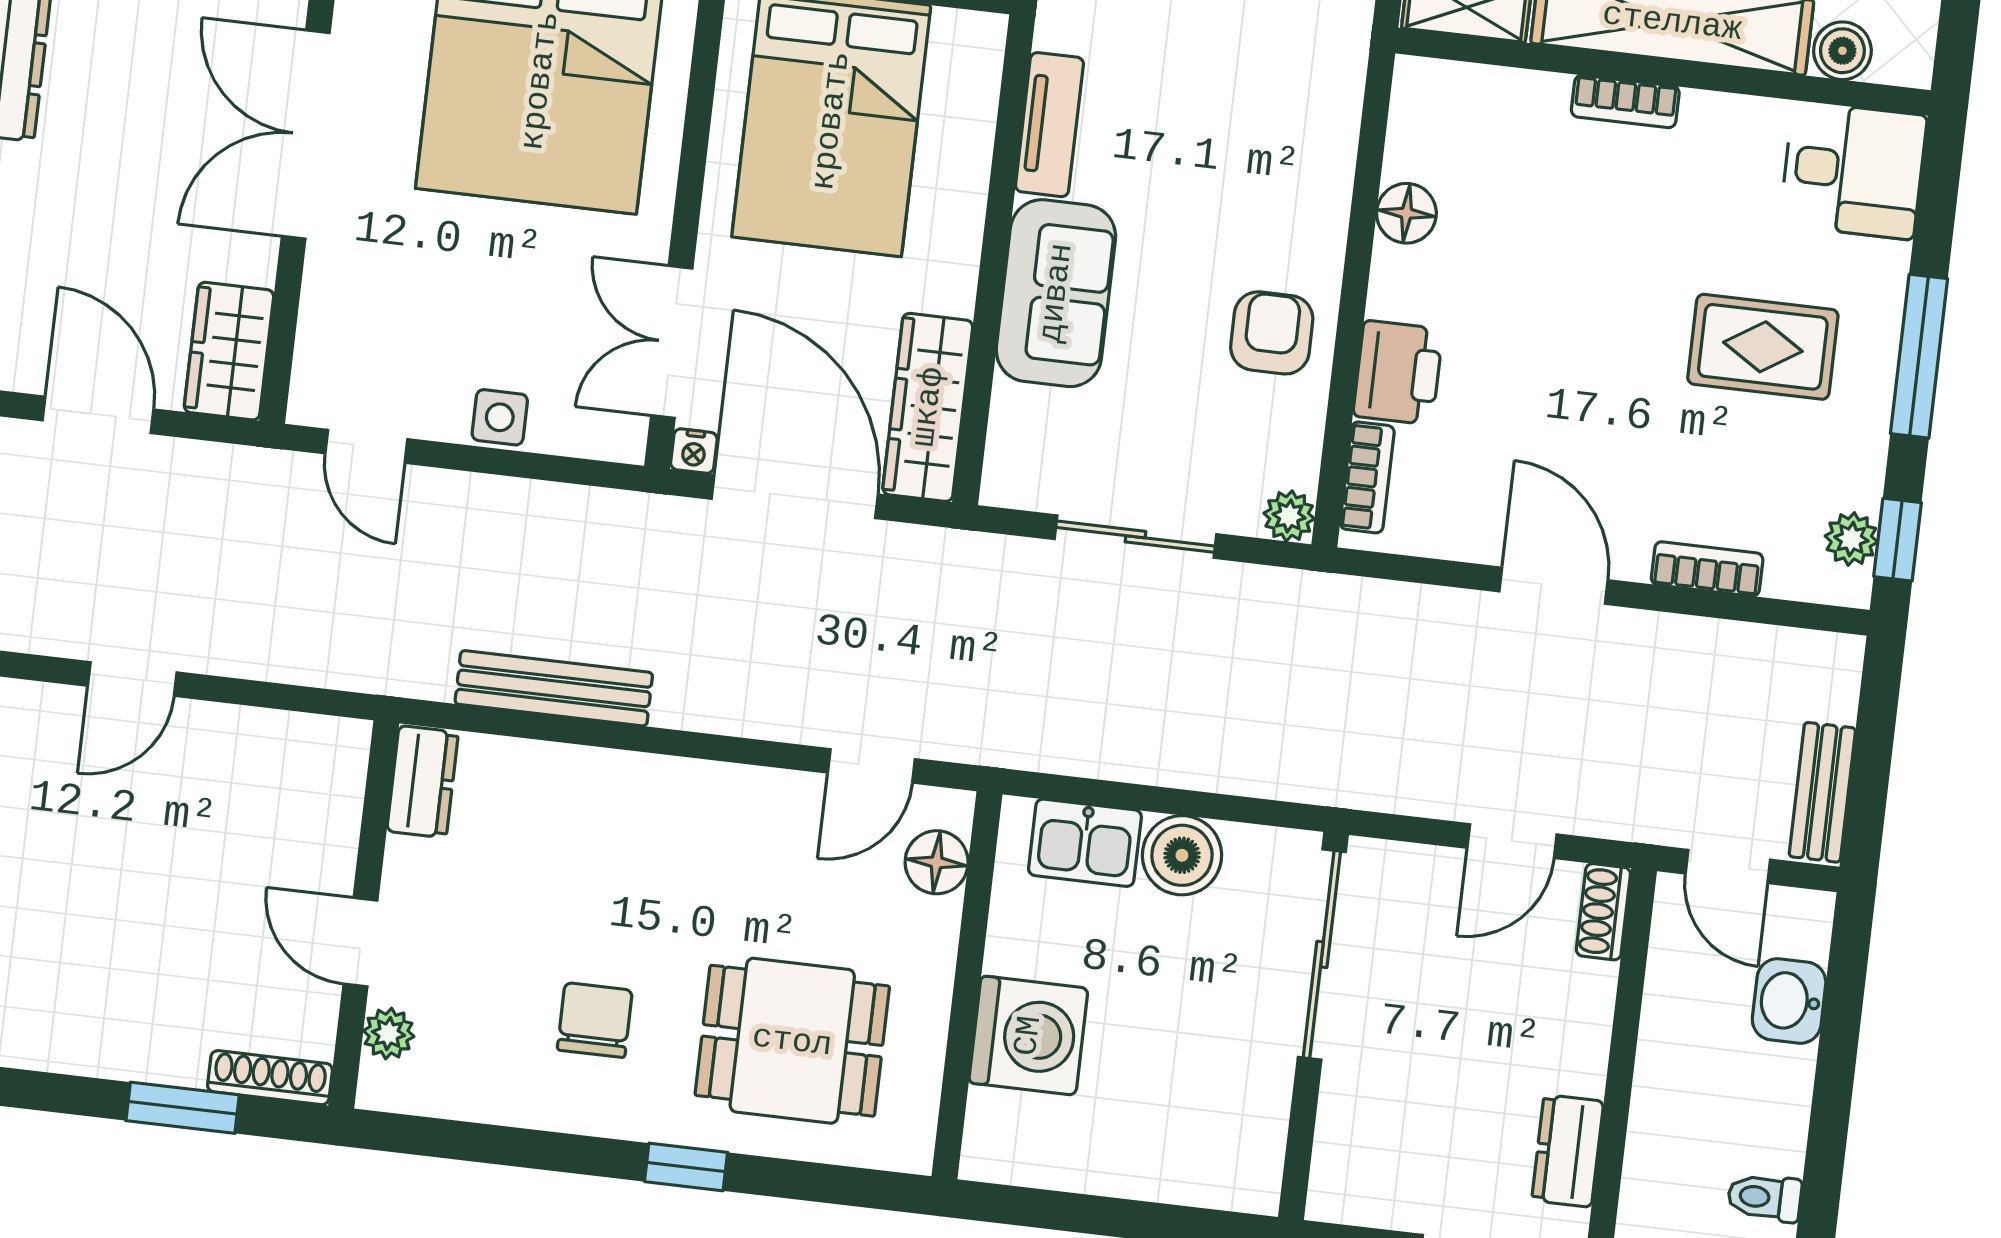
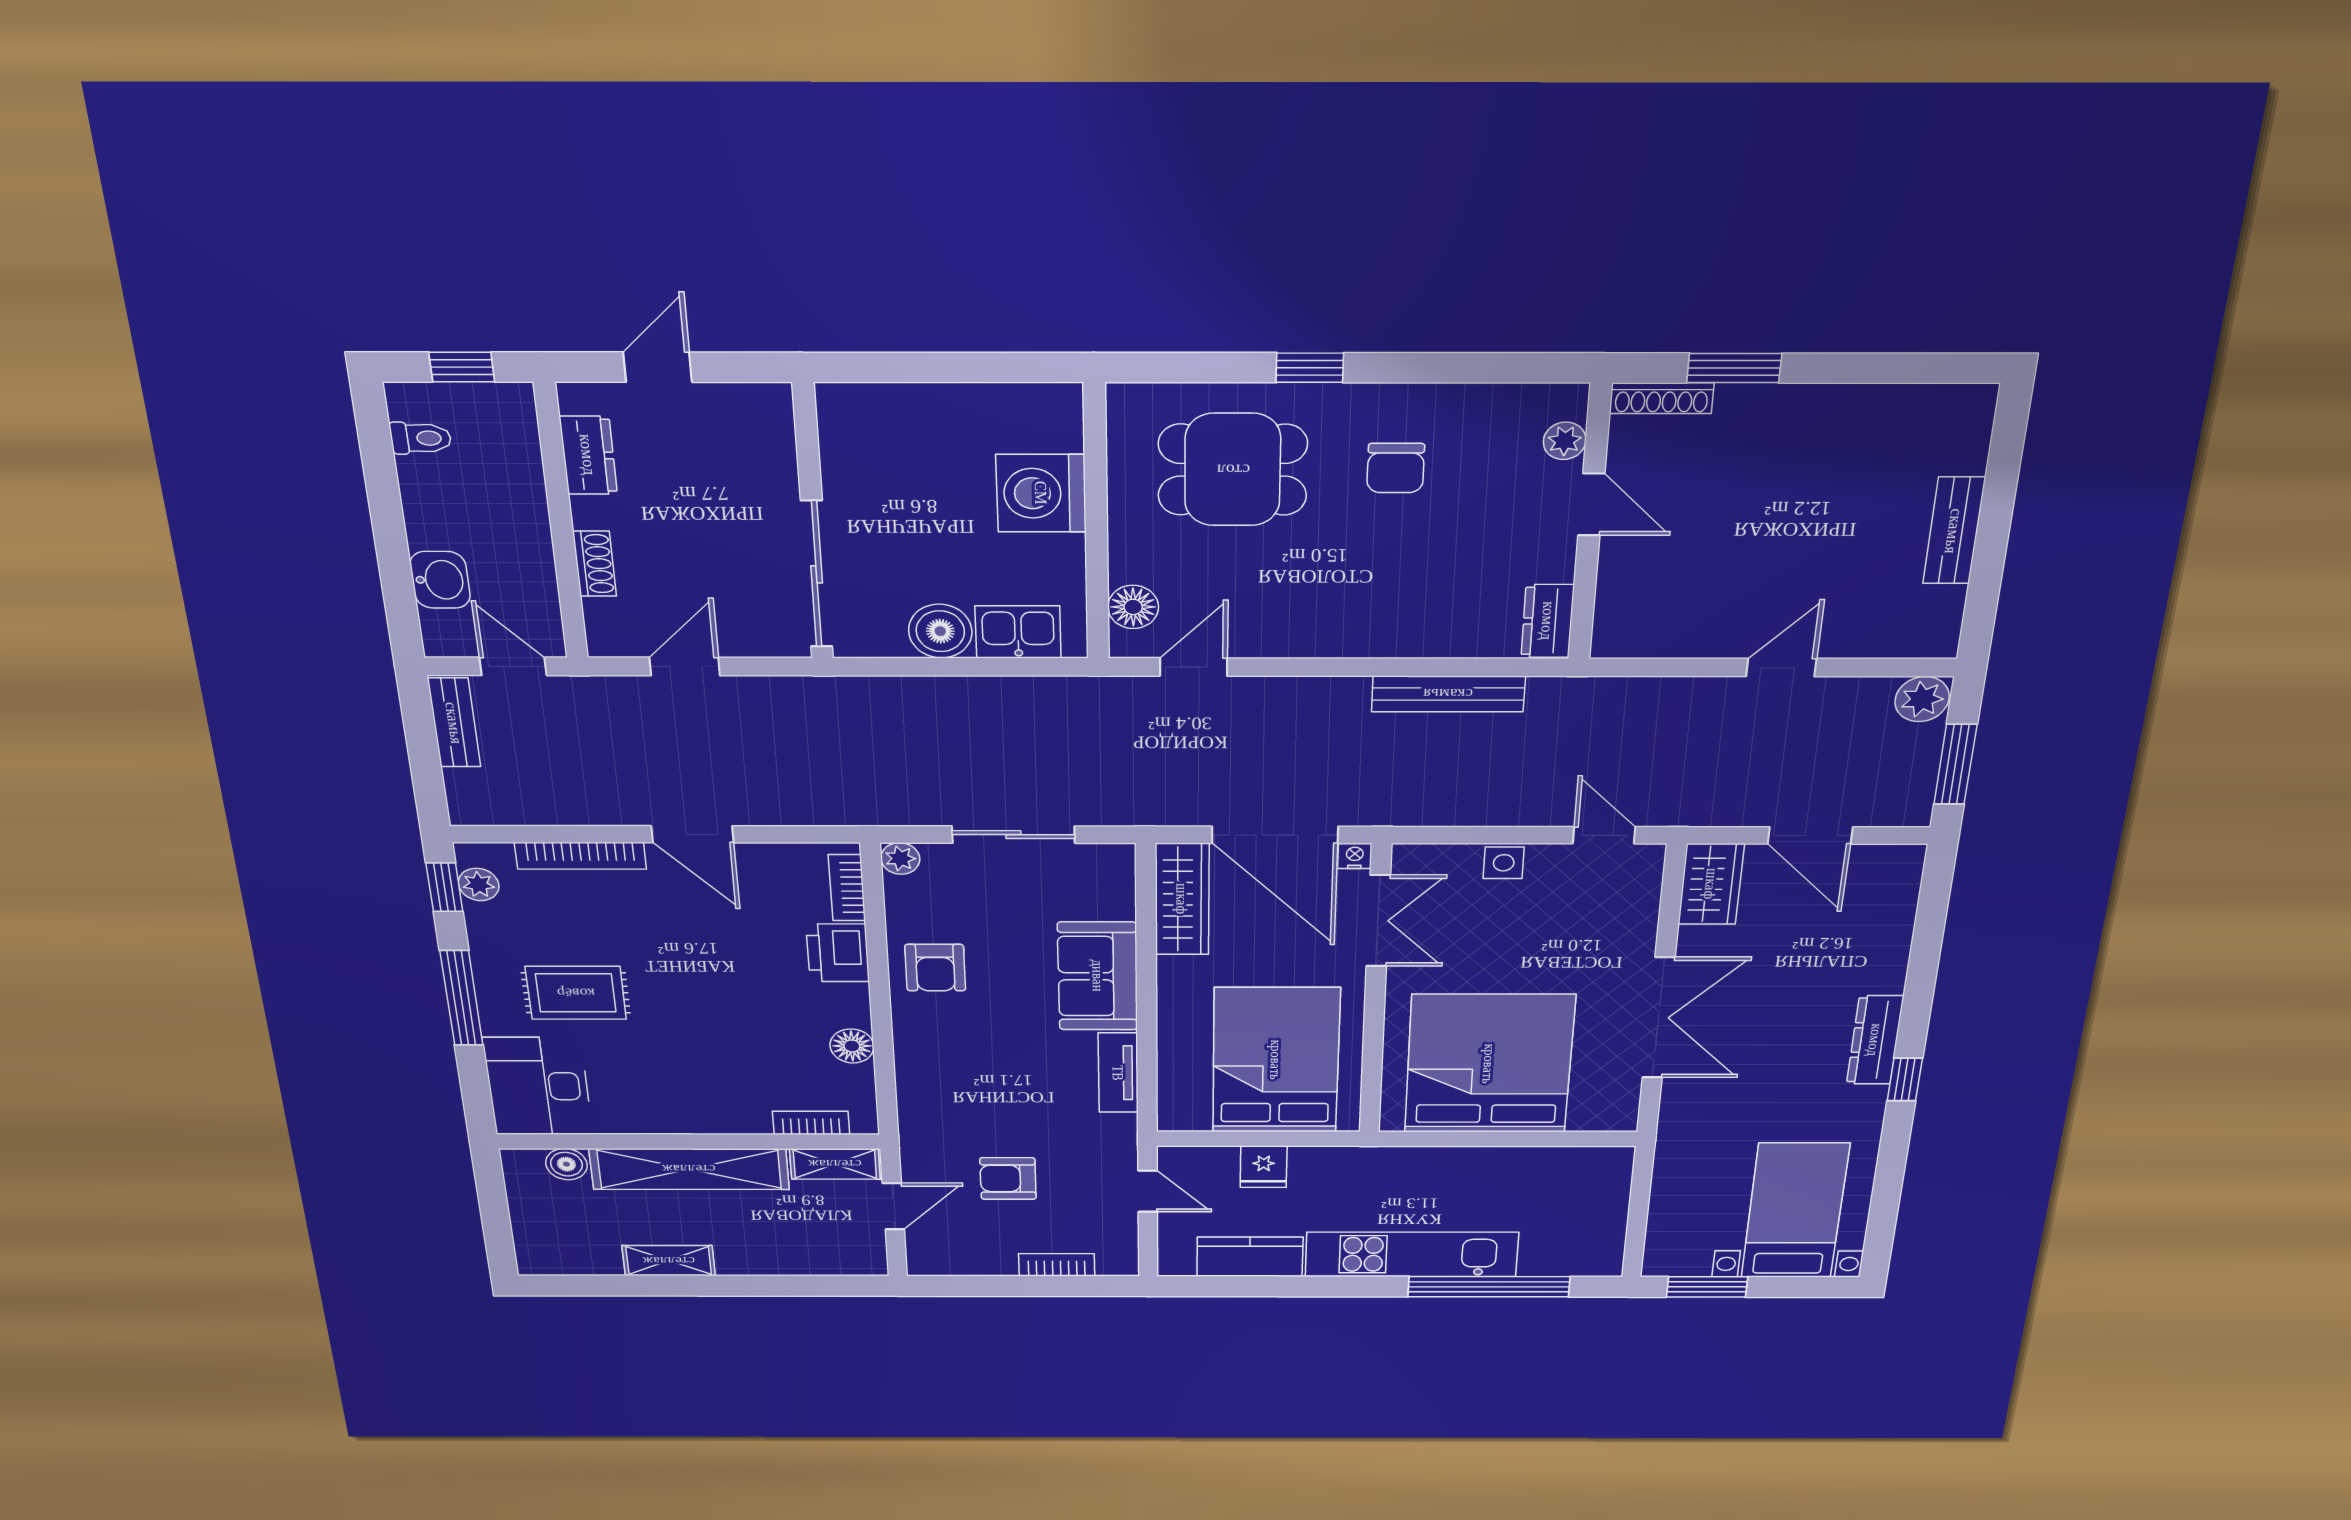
bookcase: (1625, 101) -> (811, 1123), moved
desk: (1853, 170) -> (538, 1086), width x1.37
bookcase: (1707, 569) -> (580, 856), width x1.56
shoe rack: (1603, 912) -> (595, 564), moved

